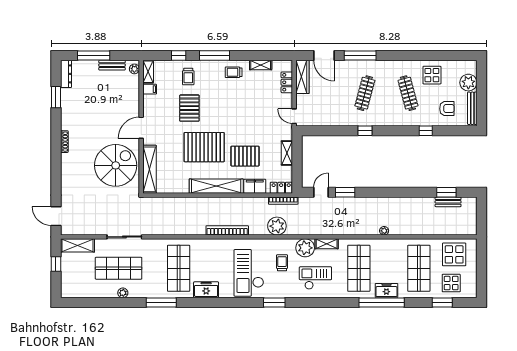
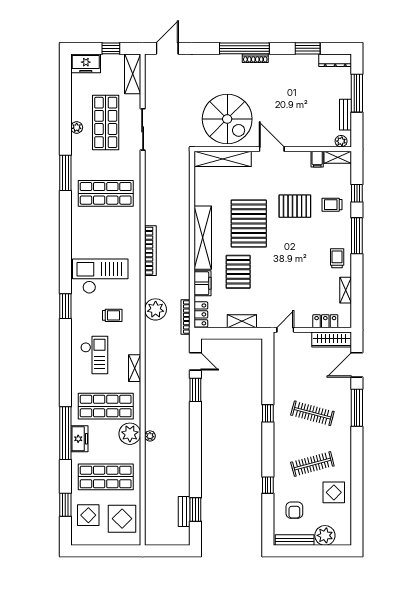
window: (56, 151) -> (244, 48), added
plant: (305, 248) -> (130, 434), moved
freezer: (206, 290) -> (86, 63), moved, turned 90

